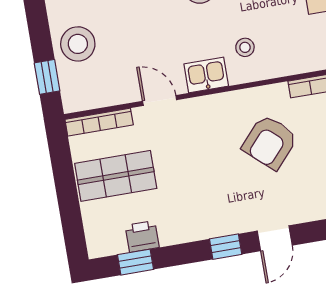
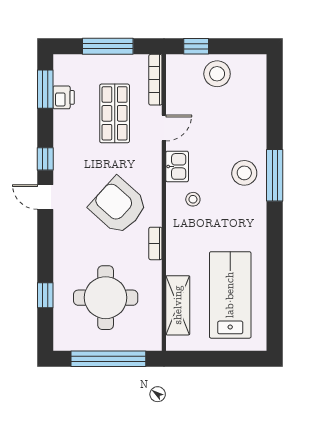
armchair: (270, 142) -> (118, 206), width x1.36, depth x1.36
shop shelf: (116, 176) -> (115, 113), moved
window: (67, 191) -> (108, 46), added
window: (136, 262) -> (45, 89), width x1.50

